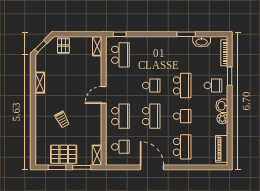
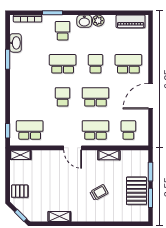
shelving: (97, 155) -> (109, 155), moved

